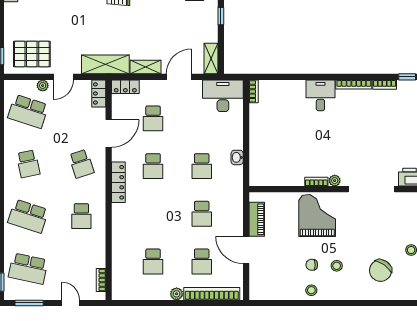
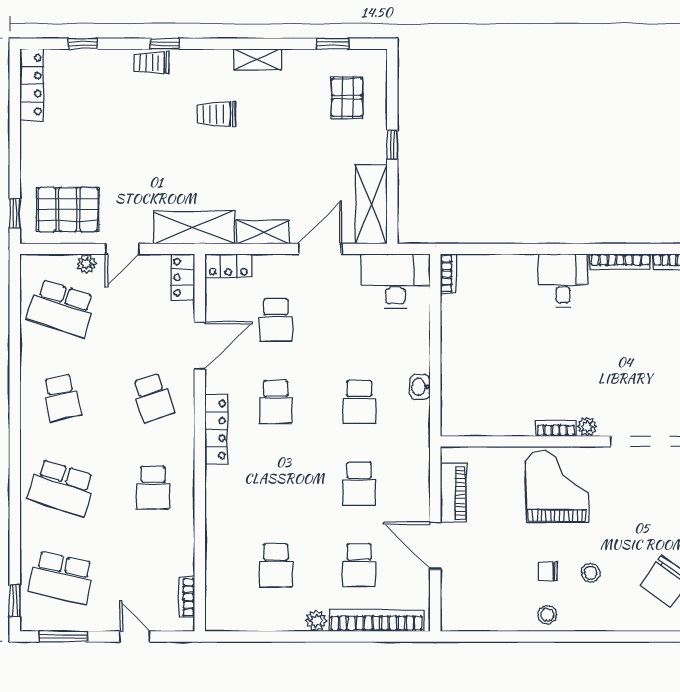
shelving: (211, 59) -> (371, 204), width x1.50, depth x1.33

